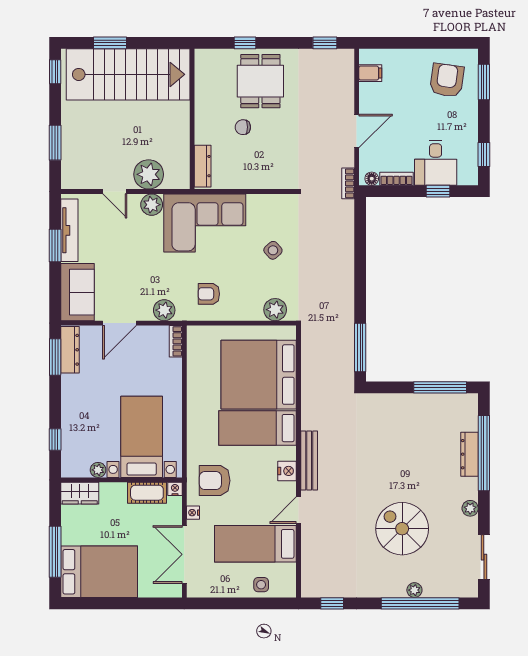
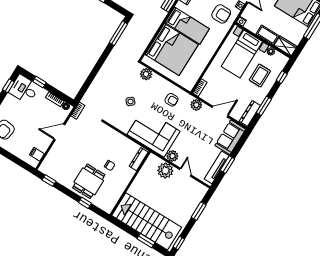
desk: (436, 163) -> (24, 89), moved, turned -90
window: (55, 357) -> (264, 106), moved
rug: (92, 420) -> (260, 76), added
cot: (147, 493) -> (268, 35), moved

